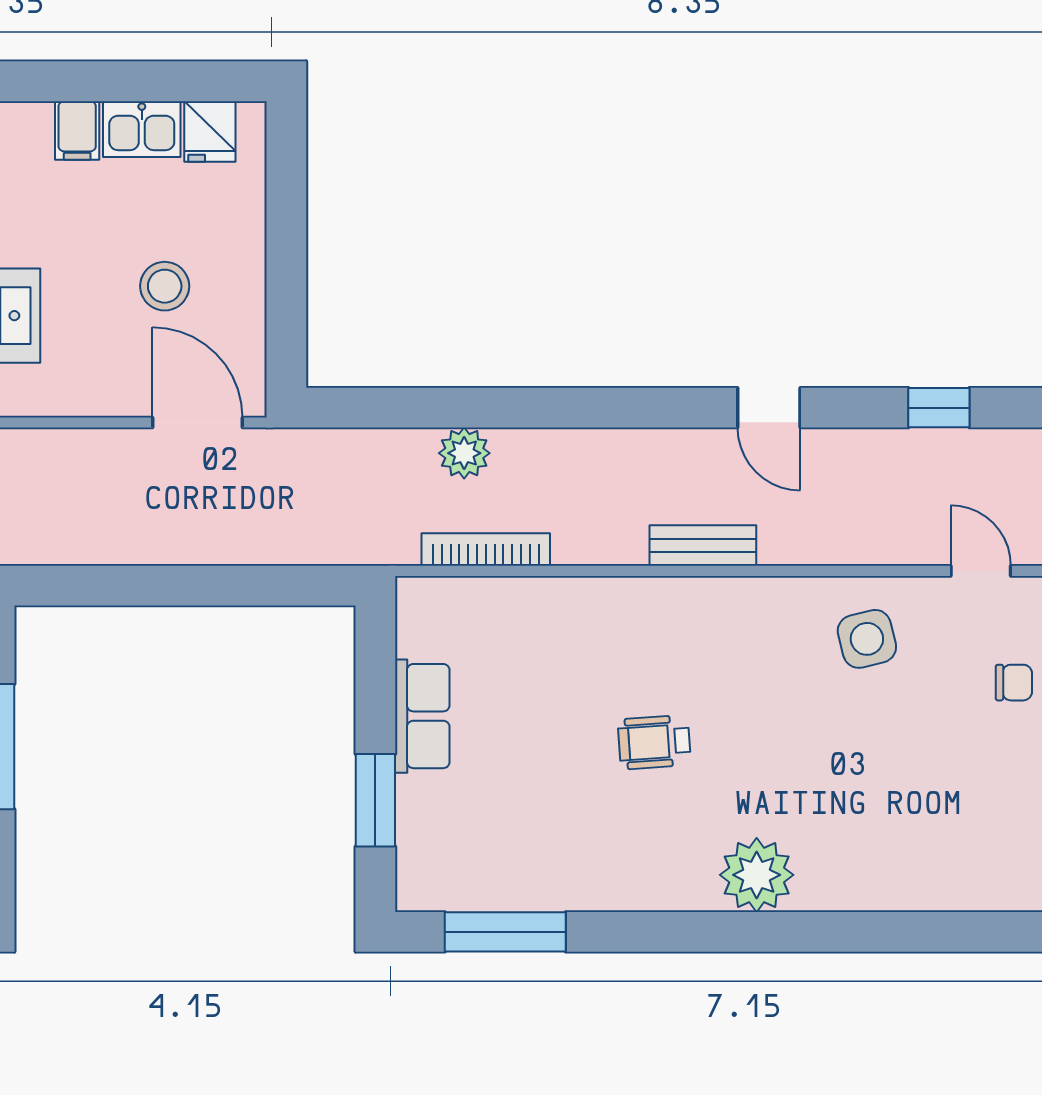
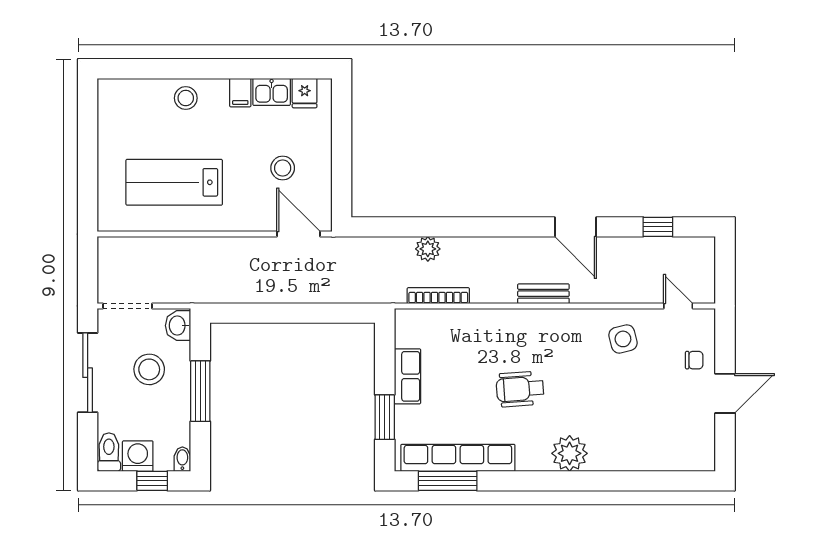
door: (769, 408) -> (575, 227), width x1.38
wheelchair: (654, 742) -> (520, 389), width x1.36, depth x1.37
row of seats: (526, 884) -> (458, 458), added

